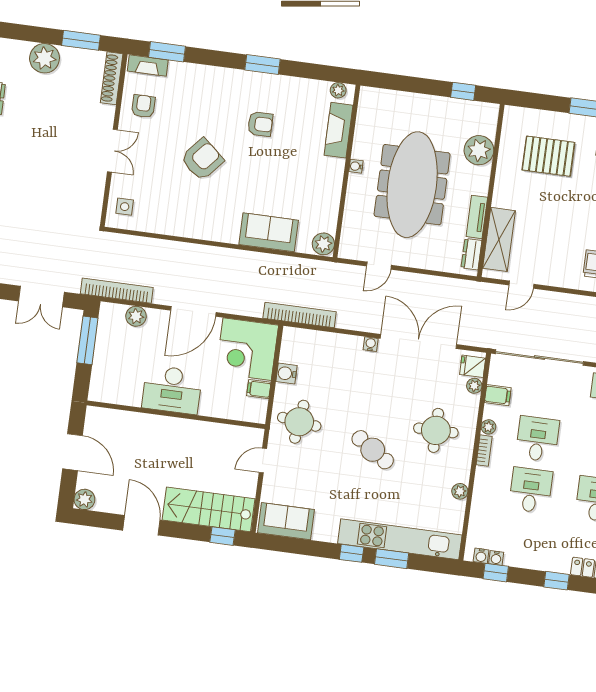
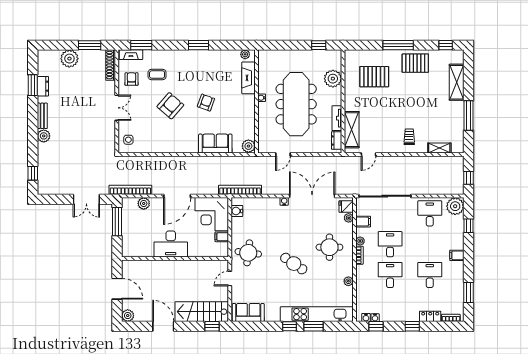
coffee table: (187, 104) -> (157, 75), added
armchair: (260, 124) -> (206, 103), moved, turned -70
water cooler: (286, 373) -> (237, 211), moved

